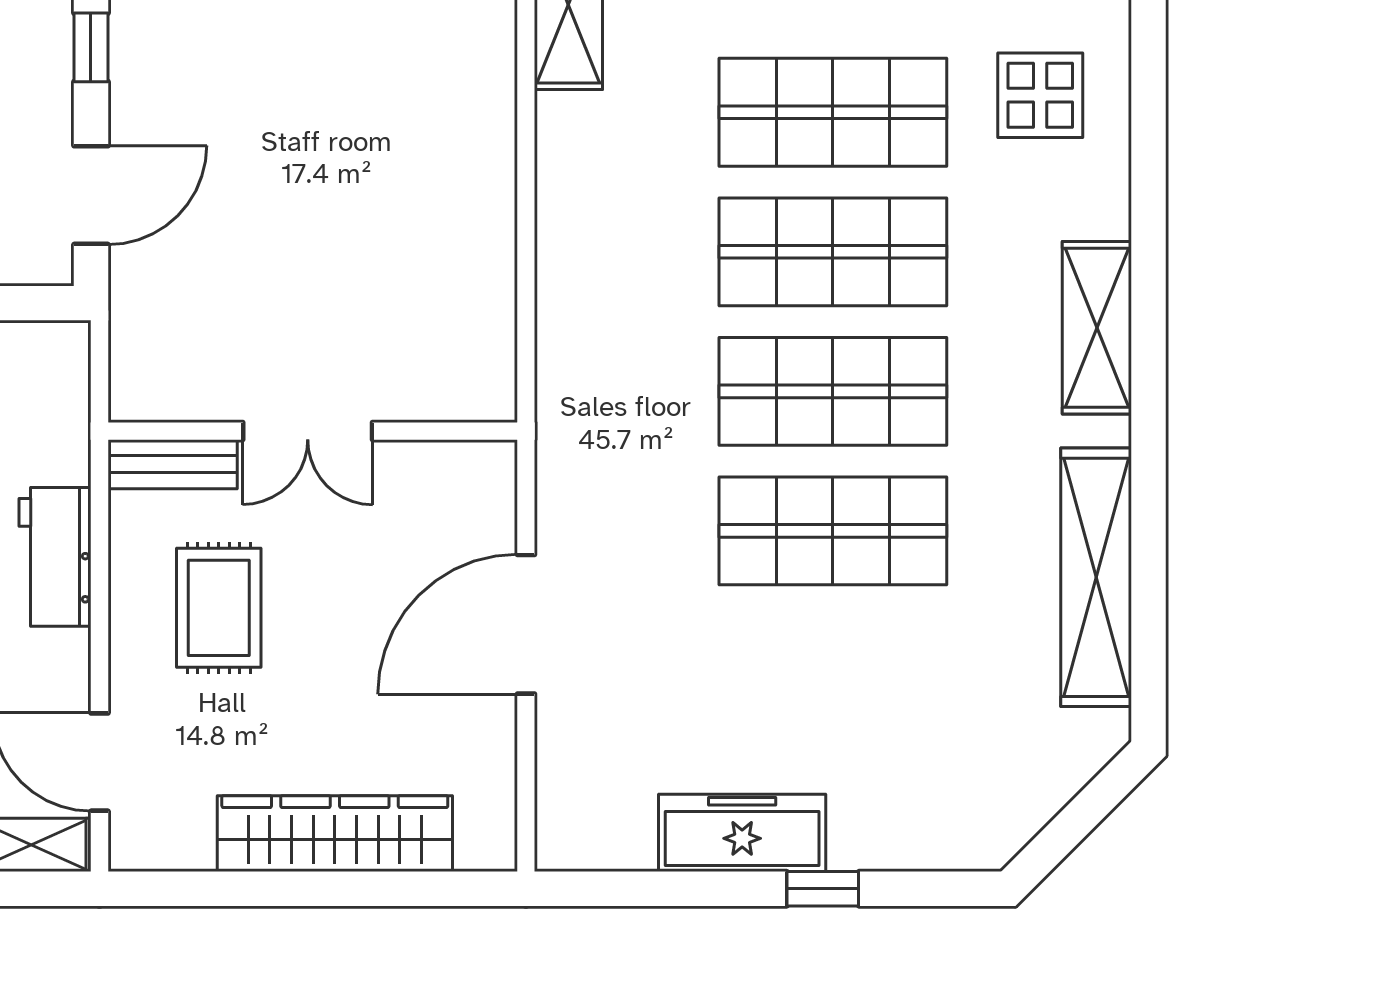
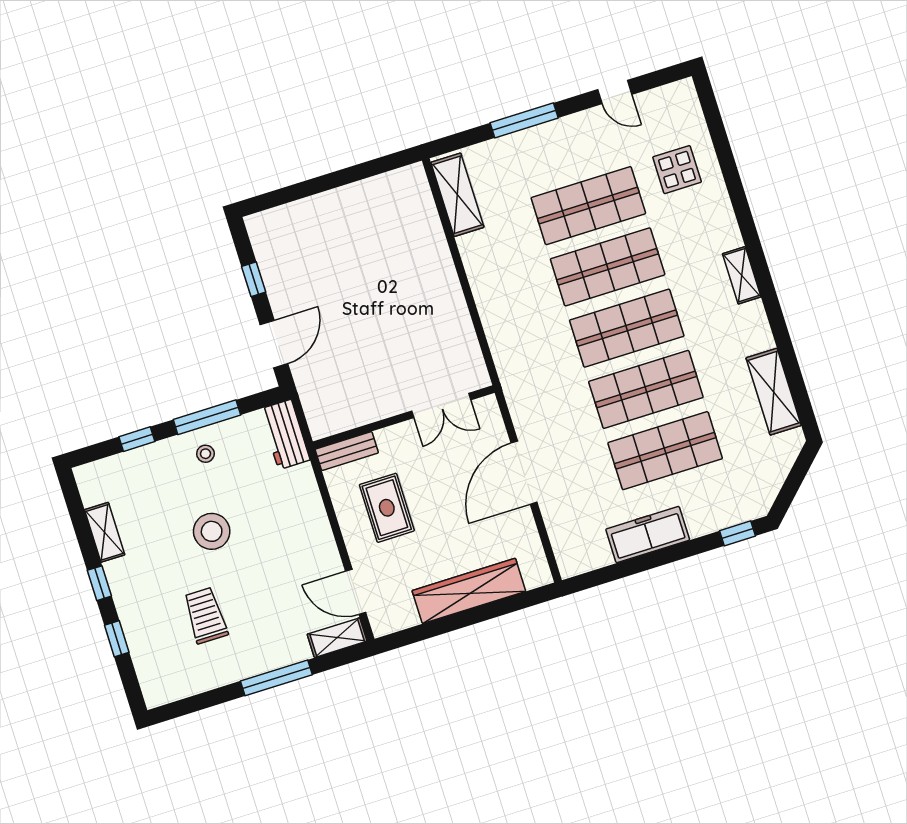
shelving: (1097, 328) -> (742, 275), width x0.67, depth x0.75
double door: (308, 431) -> (441, 405), moved
workbench: (55, 557) -> (285, 435), moved
shelving: (1096, 577) -> (774, 392), width x0.68
shop shelf: (833, 670) -> (665, 451), added
window: (823, 889) -> (737, 533), moved

